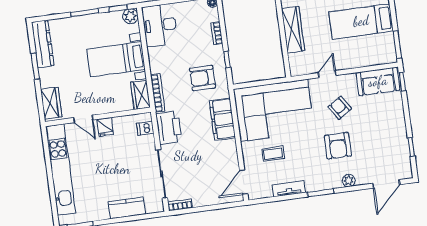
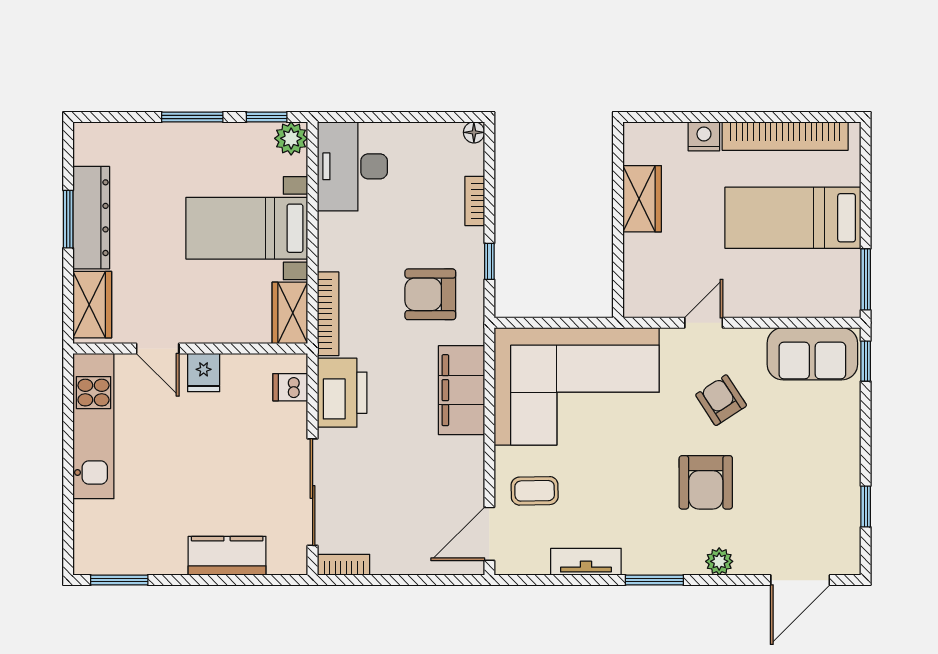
wardrobe: (293, 30) -> (642, 199), width x0.67
dresser: (43, 44) -> (91, 218), moved
coffee table: (273, 154) -> (535, 491), moved
kitchen unit: (61, 170) -> (93, 426), width x0.73

